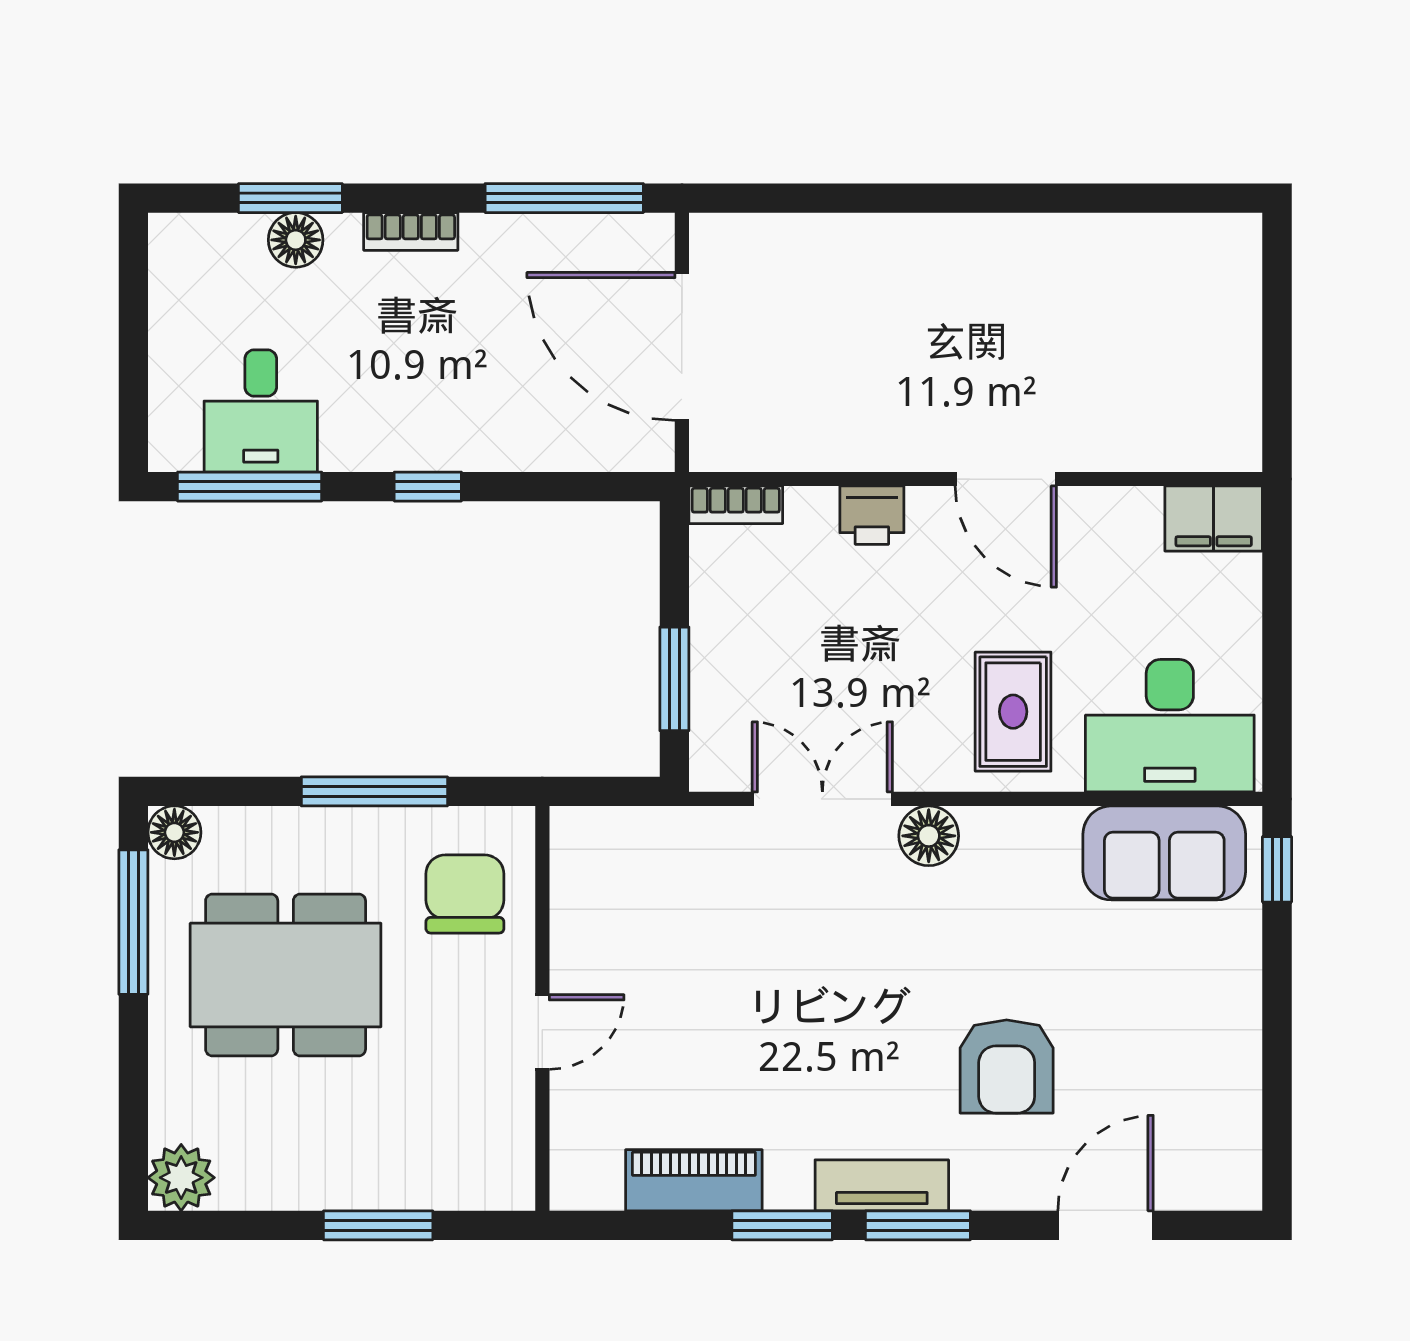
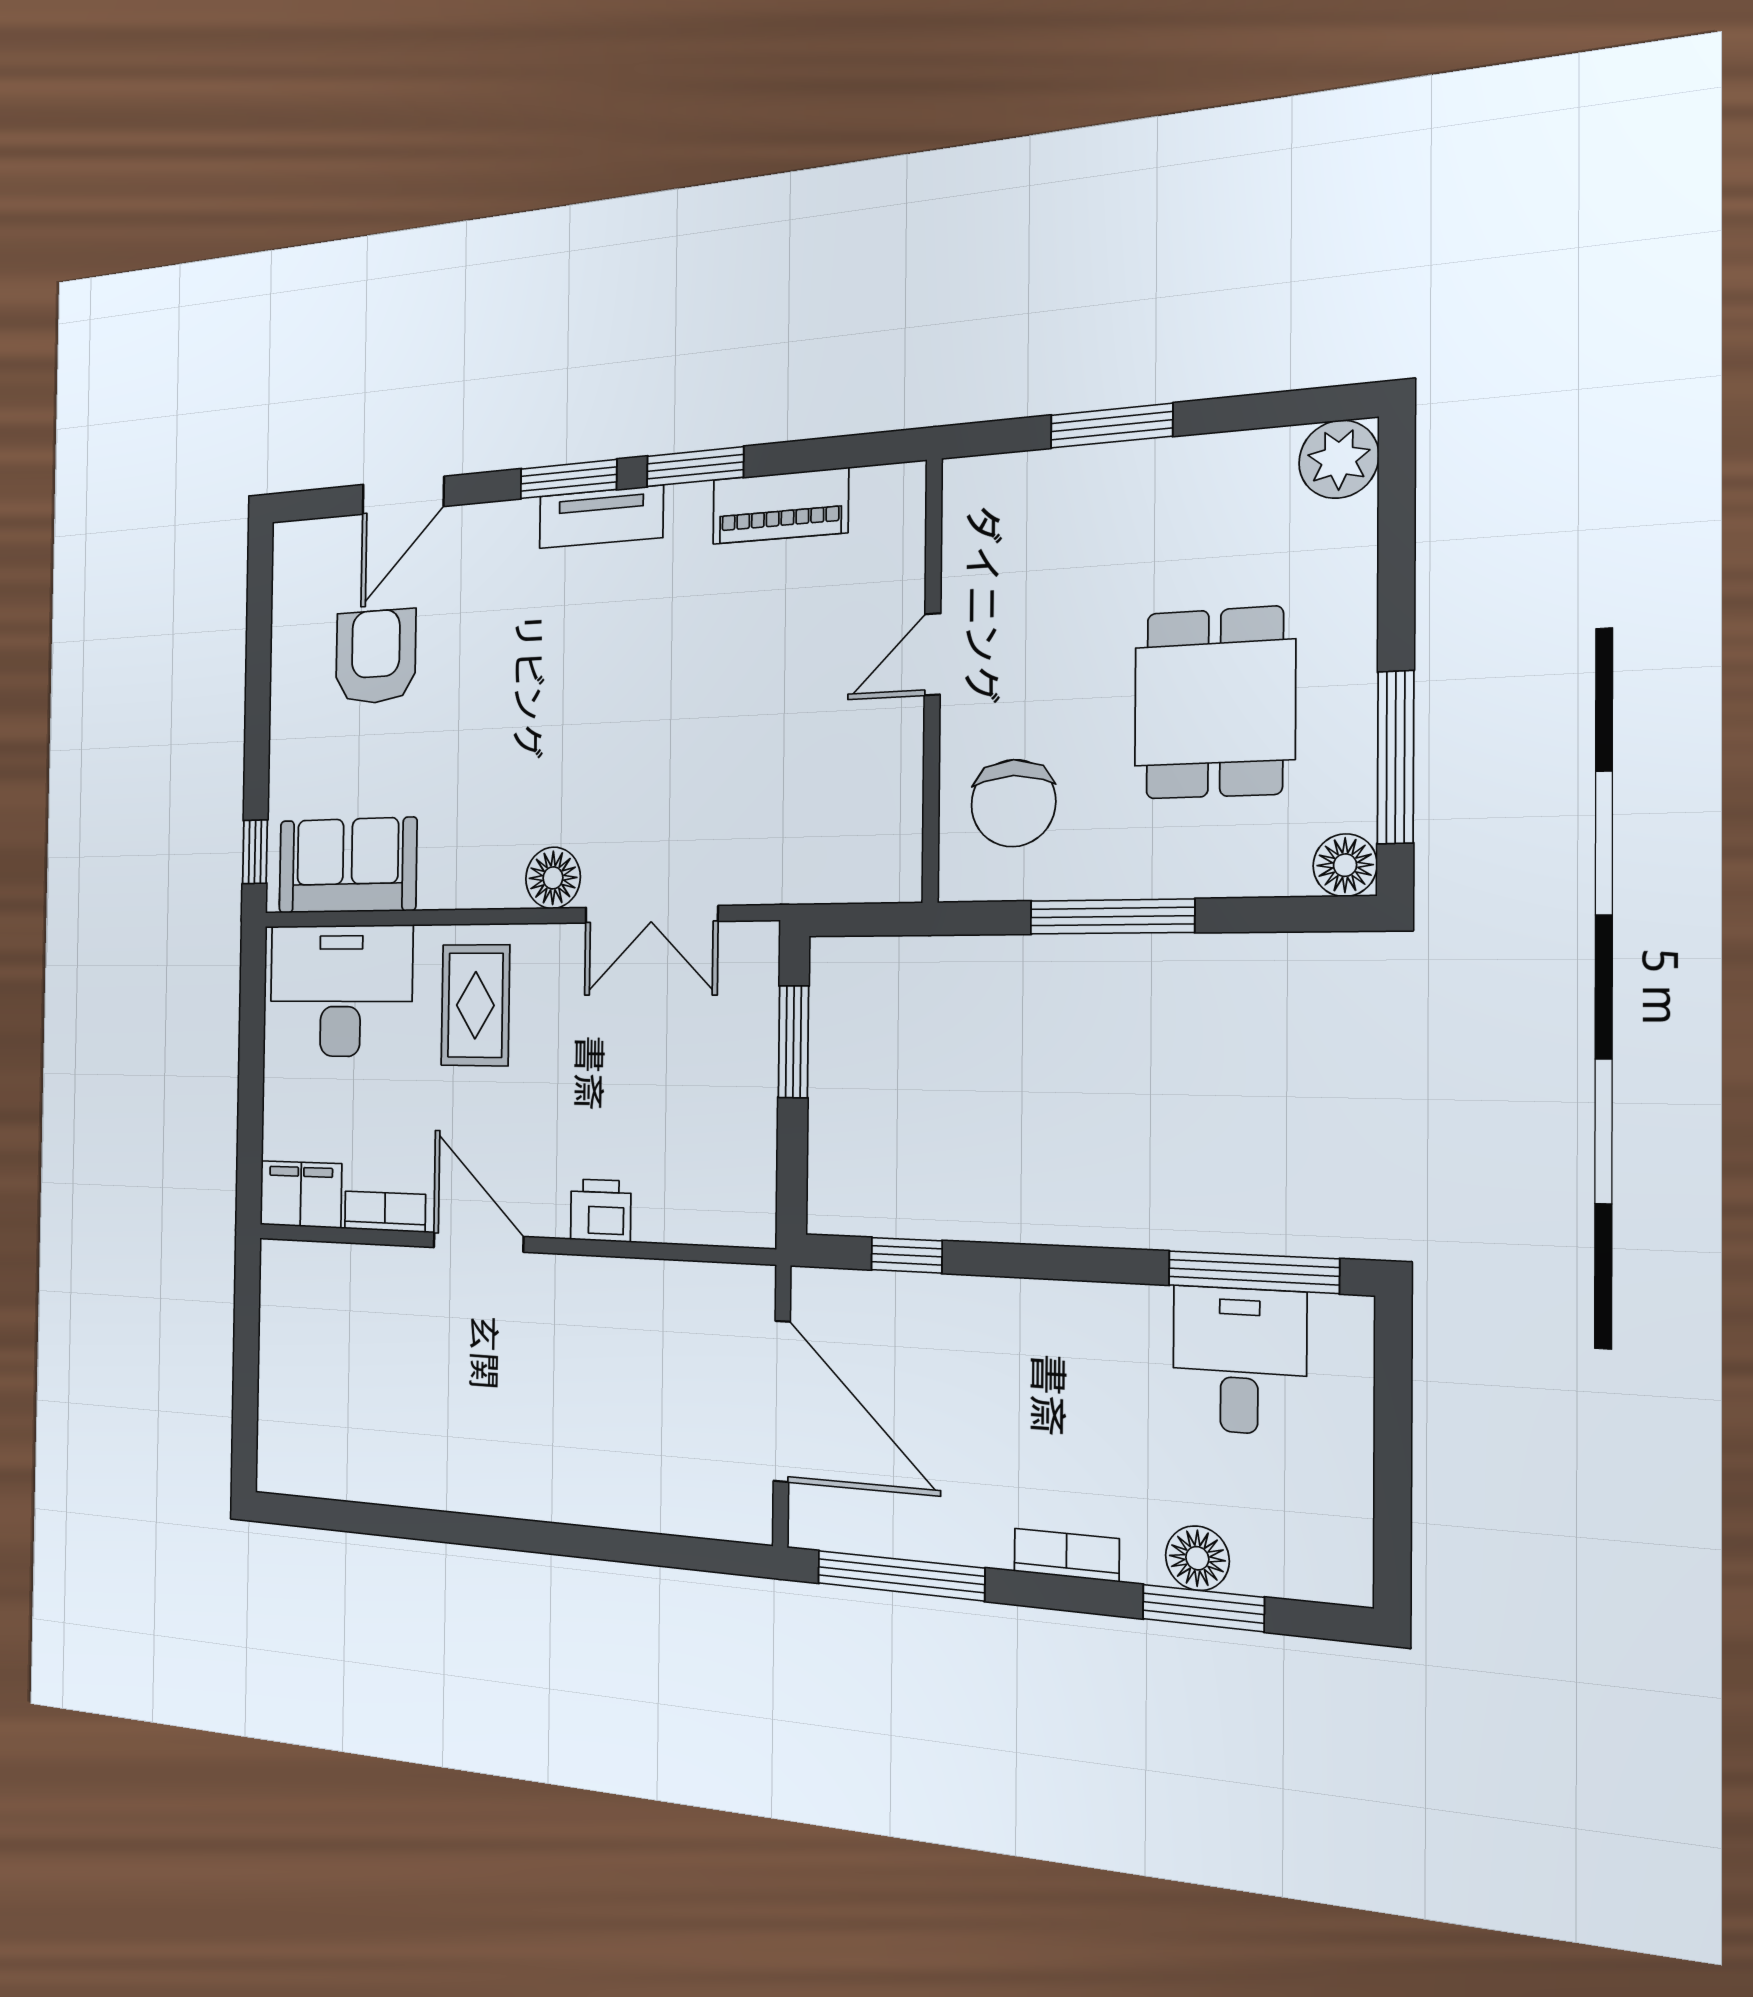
window: (428, 487) -> (907, 1255), moved
bookcase: (736, 505) -> (385, 1212), moved
dining table: (286, 975) -> (1214, 703), width x0.73
armchair: (1007, 1066) -> (376, 657), moved

